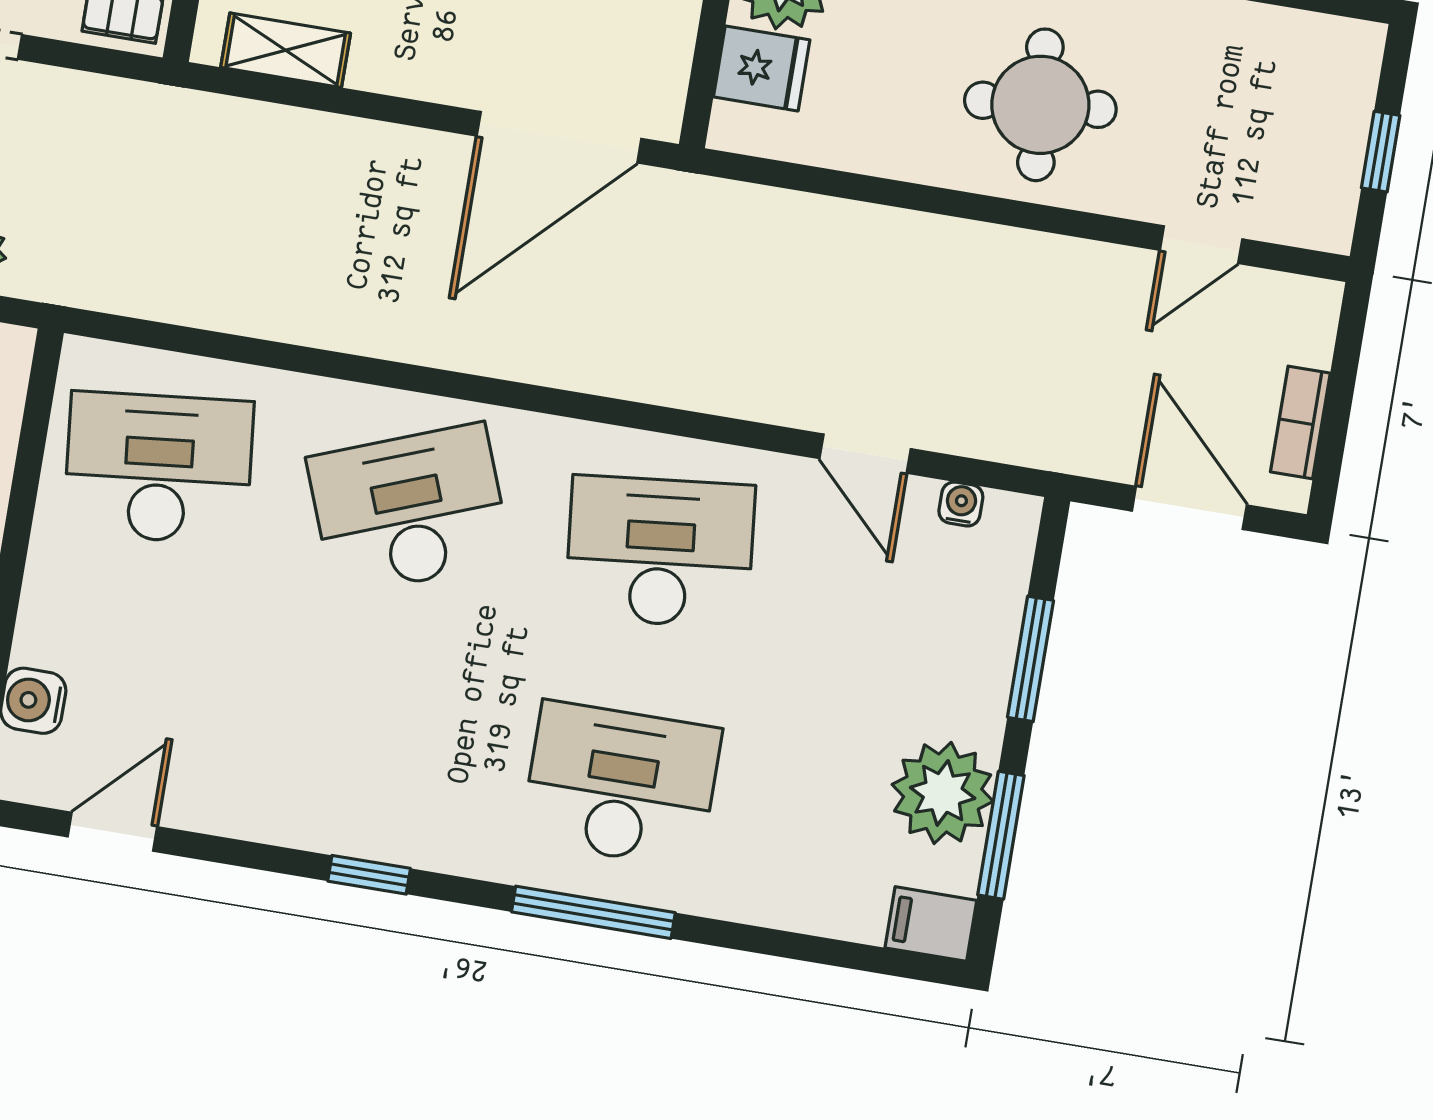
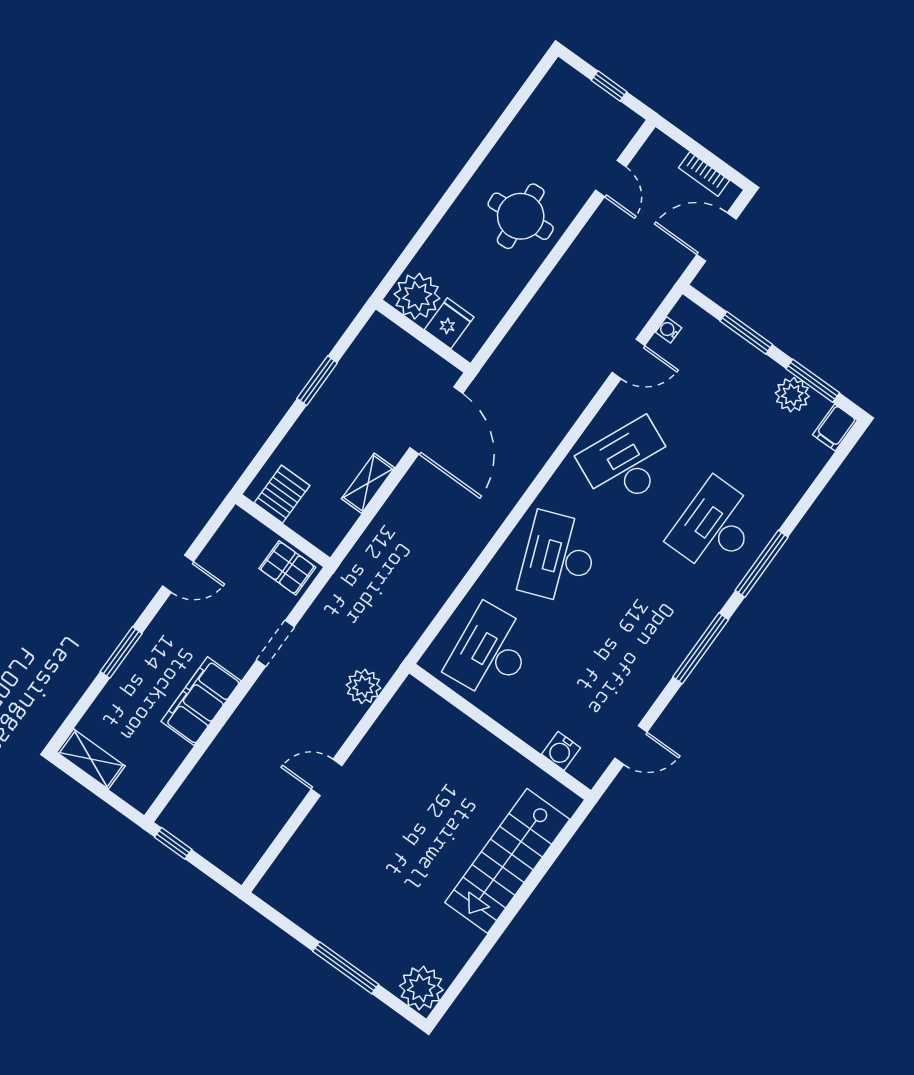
shelving: (286, 50) -> (368, 483), moved
desk: (660, 552) -> (627, 463), turned 30
plant: (943, 793) -> (792, 395), width x0.73, depth x0.73
door: (112, 832) -> (631, 745), swing flipped
window: (369, 875) -> (701, 648), width x2.17

